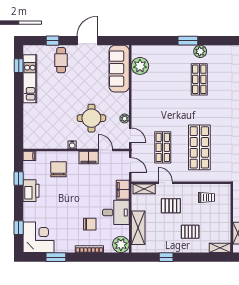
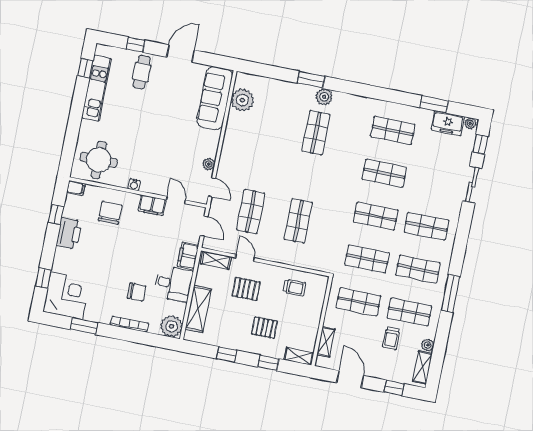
round table: (91, 118) -> (99, 160), moved
shop shelf: (199, 147) -> (298, 221), width x0.70, depth x0.74
window: (198, 257) -> (268, 363), added

